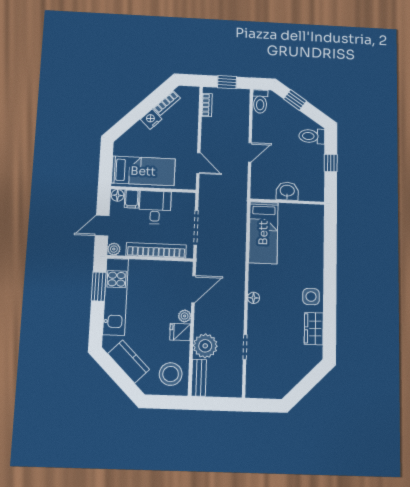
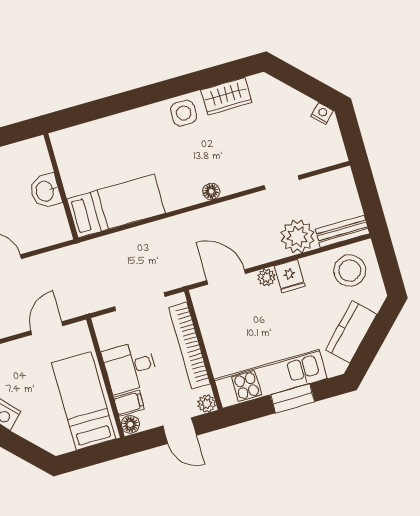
window: (99, 287) -> (293, 398), moved
nightstand: (283, 390) -> (322, 113), added

